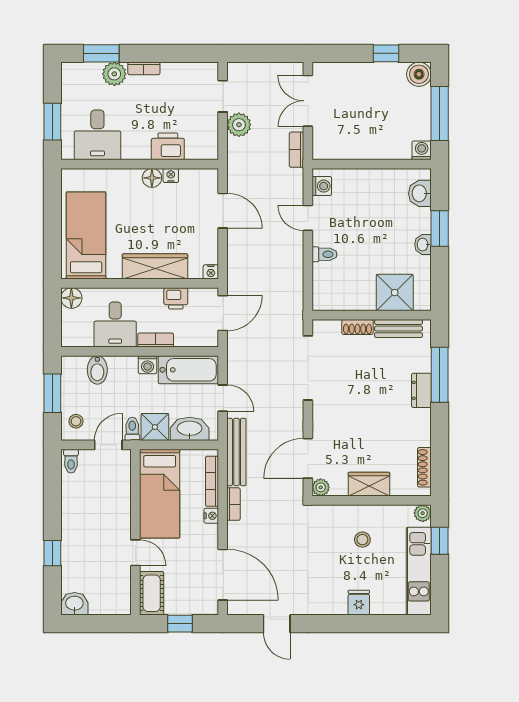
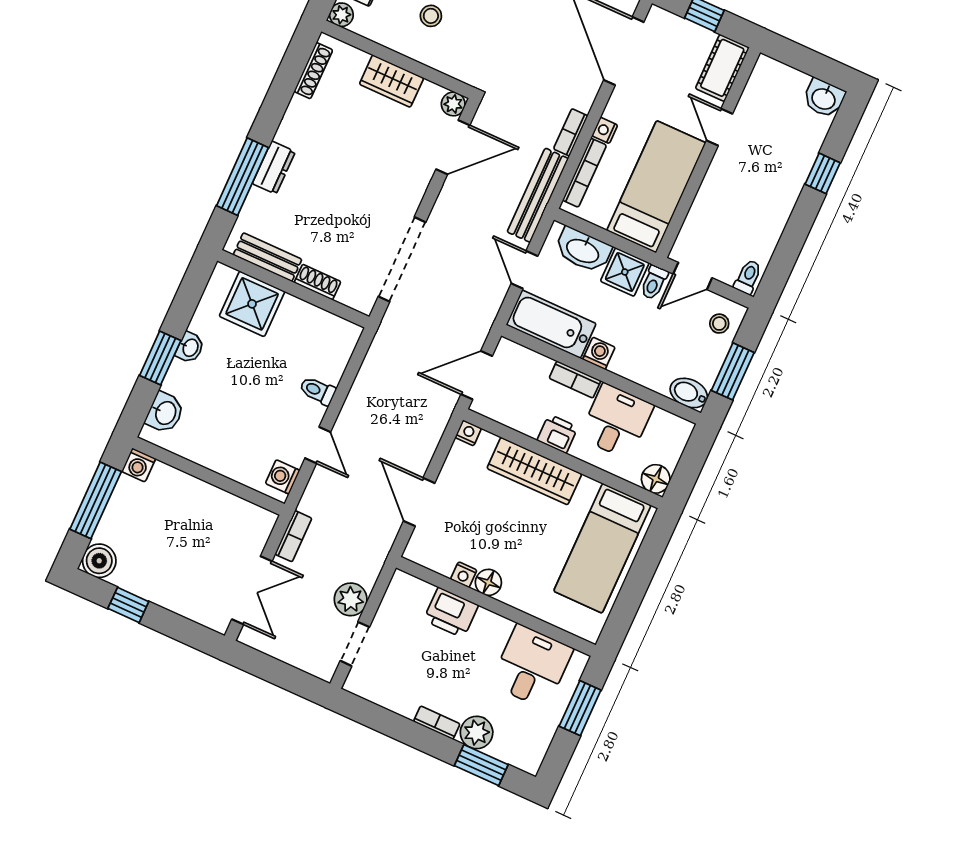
printer: (176, 298) -> (557, 434), moved
bidet: (97, 370) -> (689, 393), moved, turned -90

